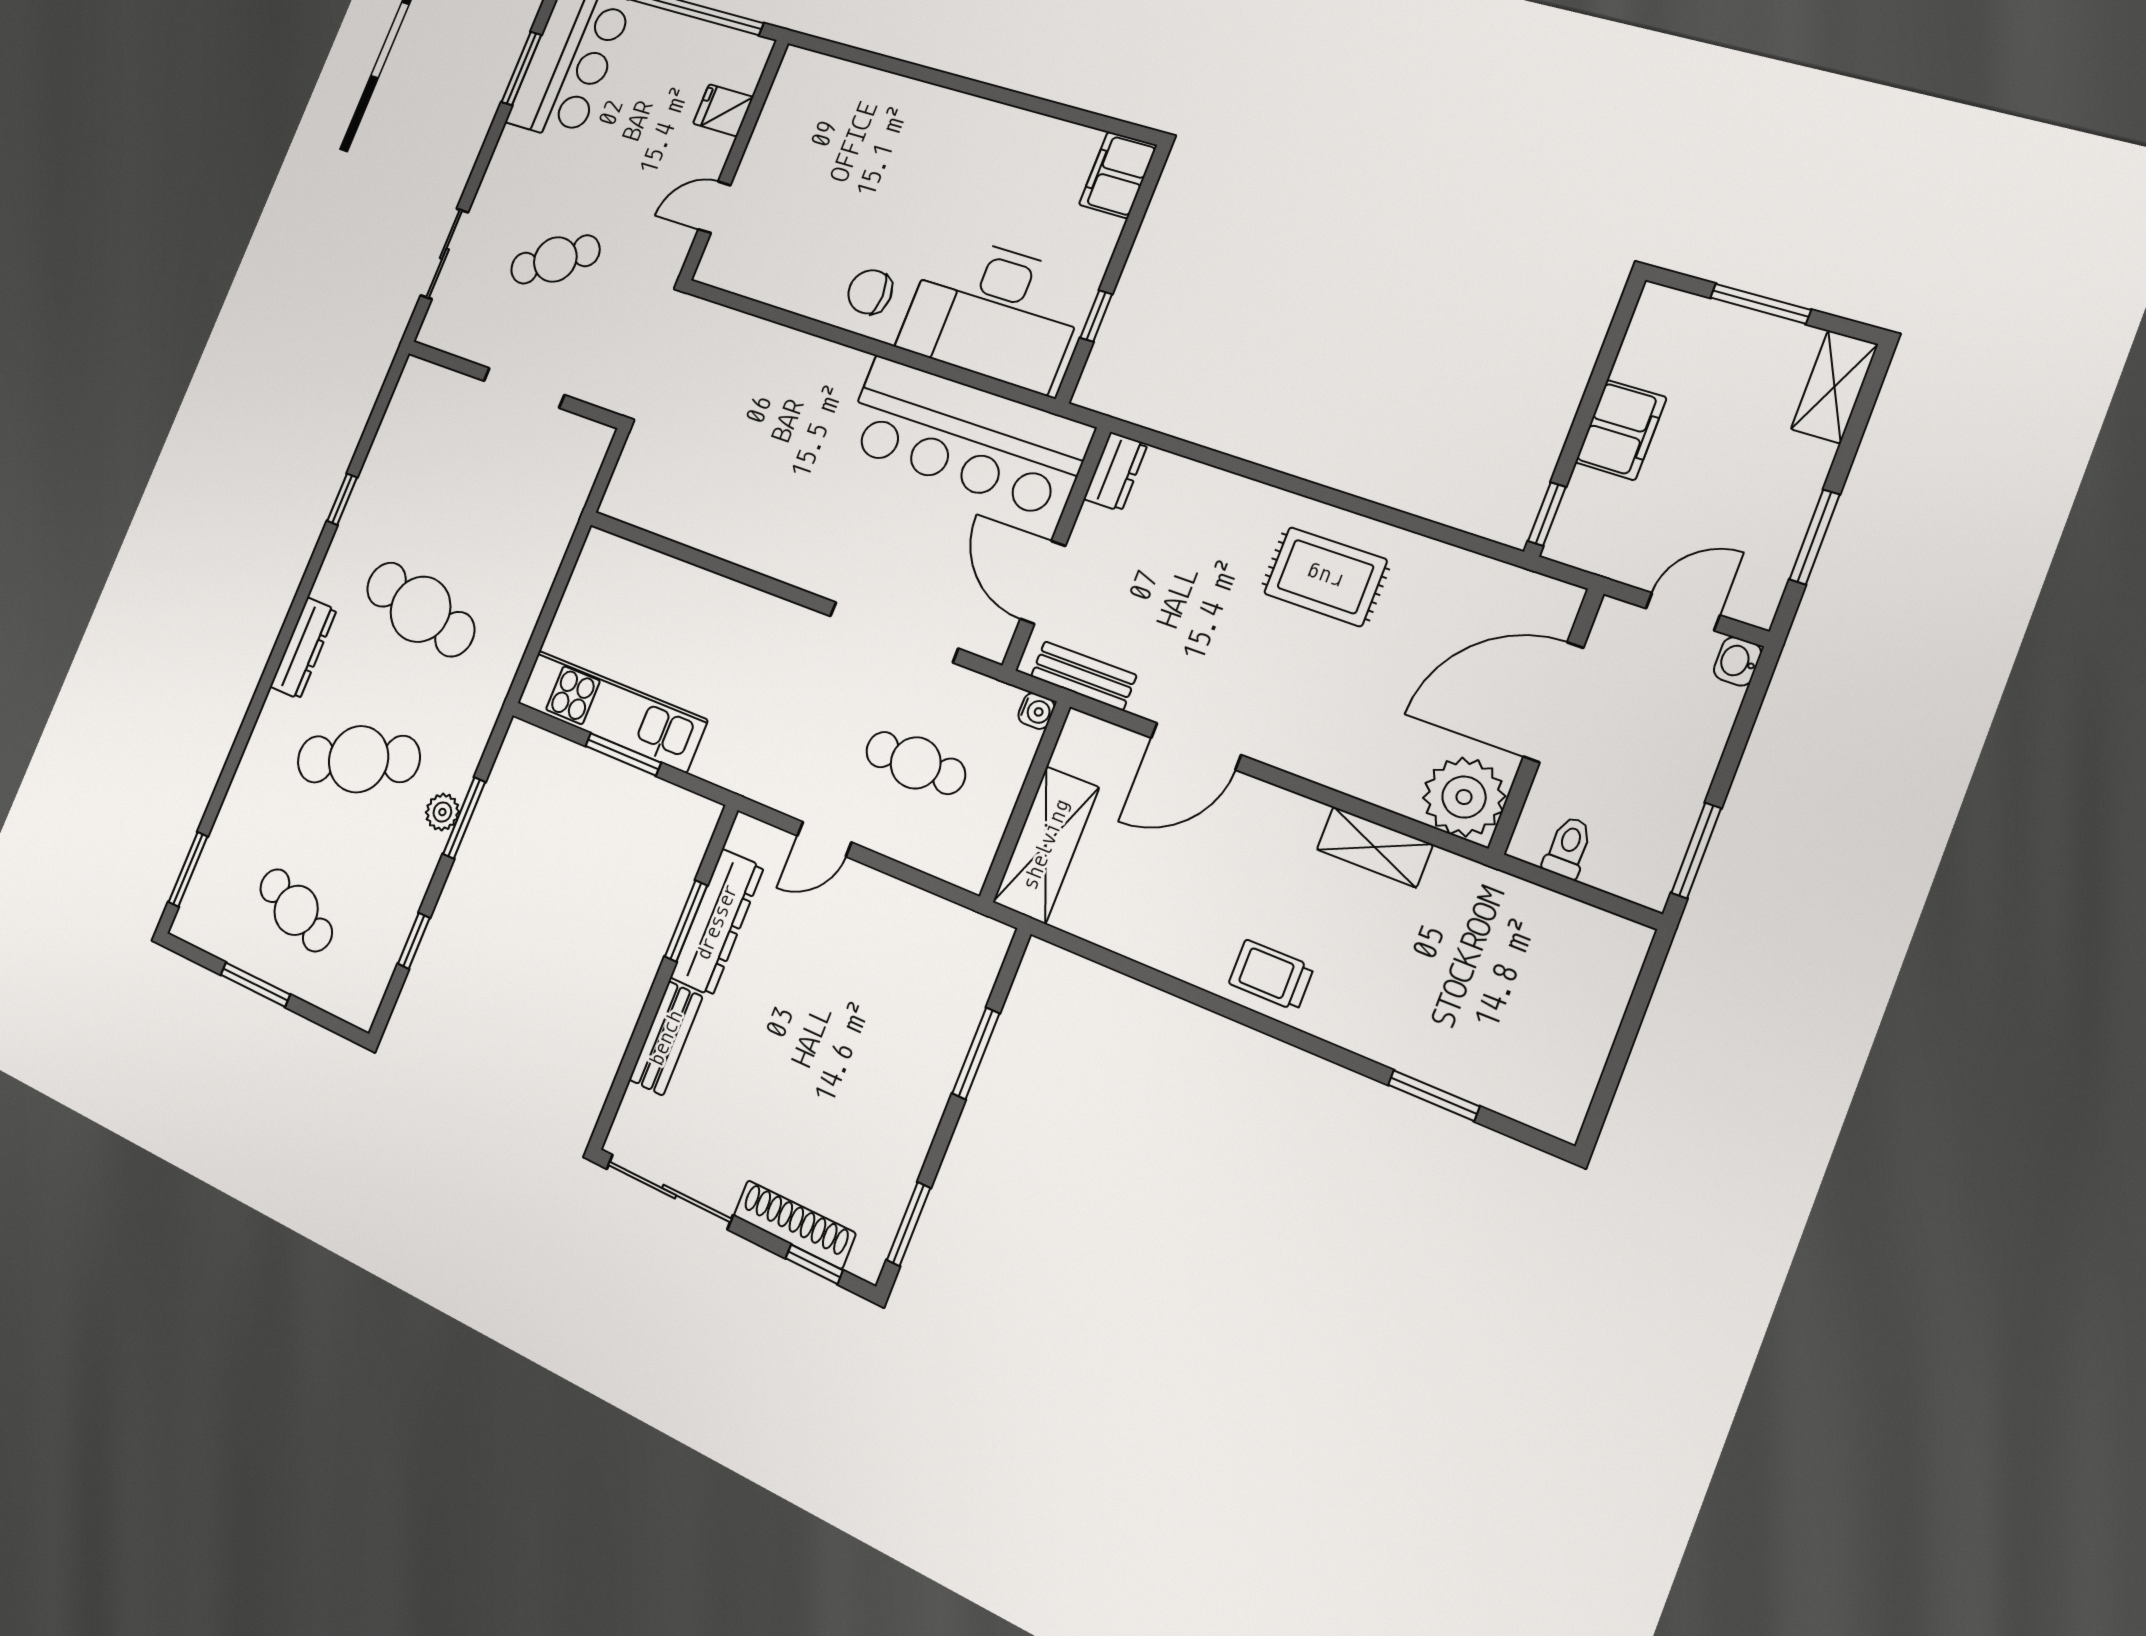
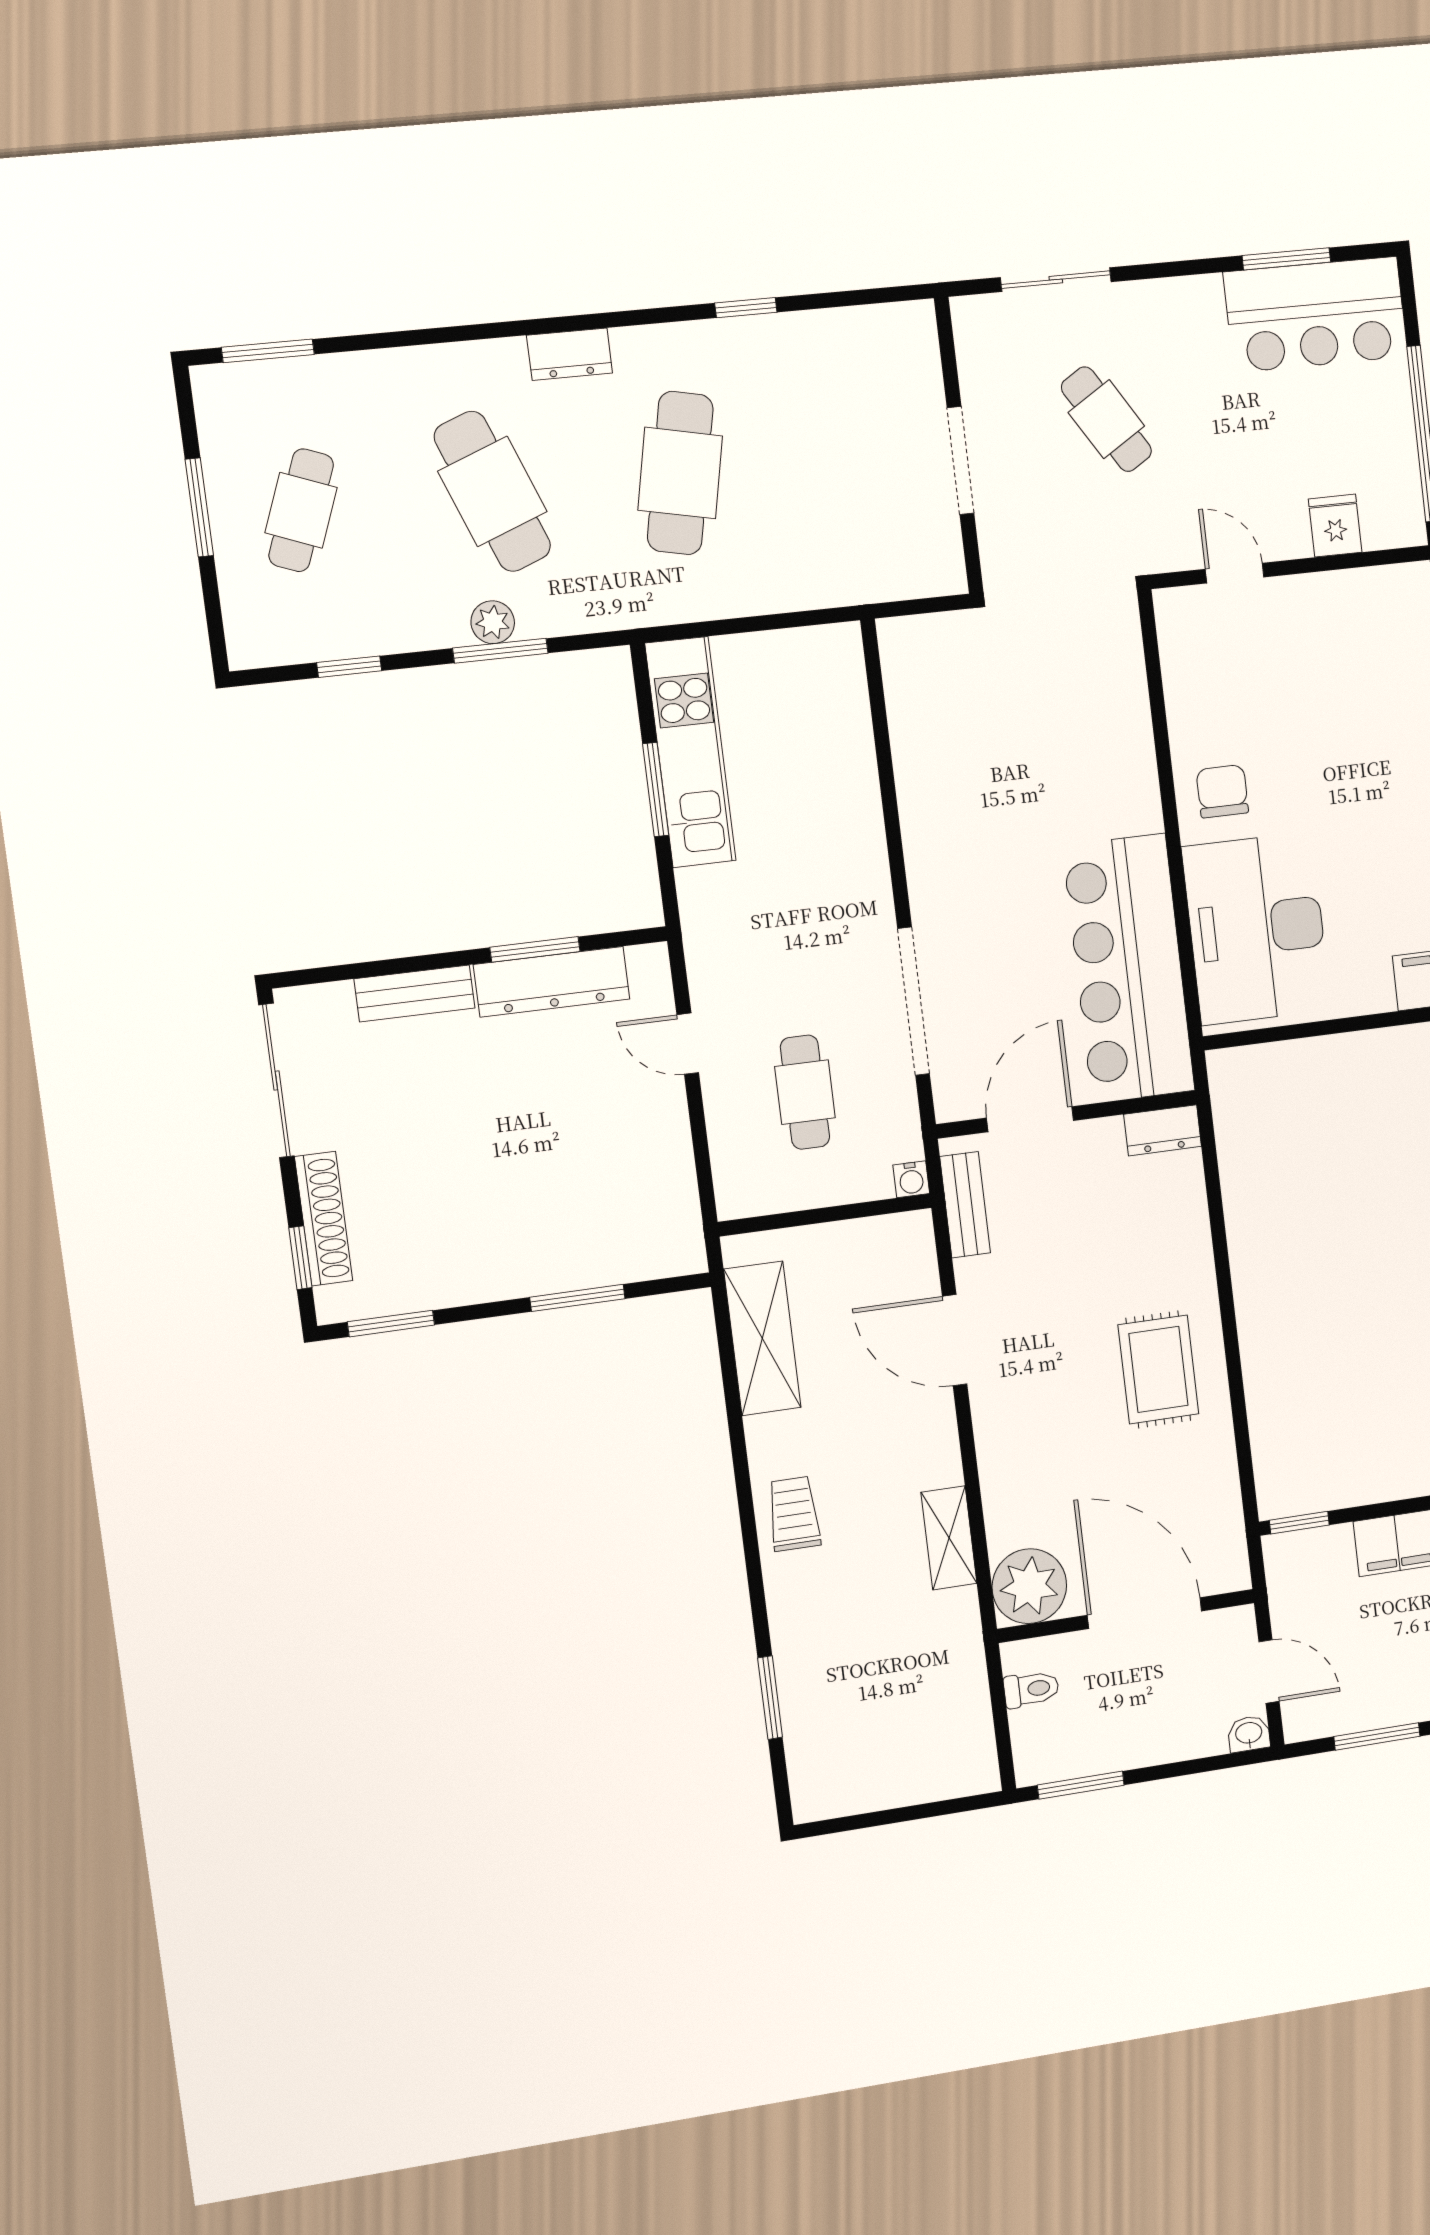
window: (1096, 316) -> (1296, 1031), removed
dresser: (303, 648) -> (570, 354), width x0.70
shelving: (1046, 845) -> (762, 1338), moved, turned 90

